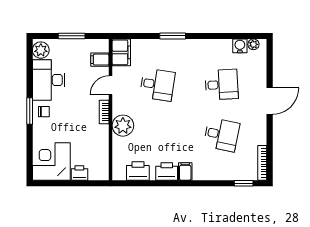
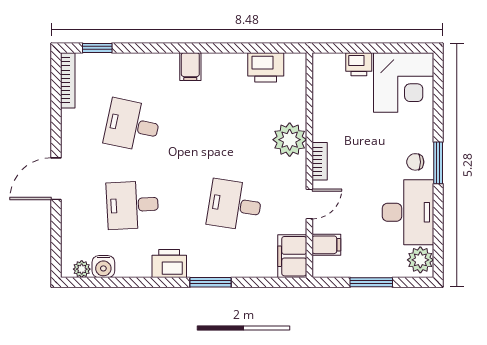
printer: (167, 171) -> (169, 264), moved, turned 180

